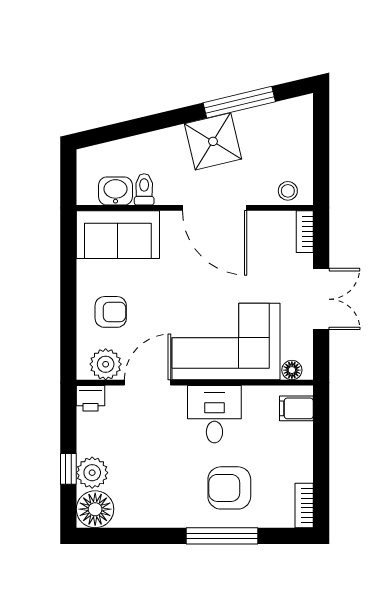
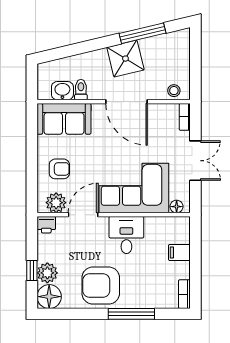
filing cabinet: (296, 408) -> (179, 252), moved
armchair: (229, 488) -> (101, 286), moved, width x1.36, depth x1.36

